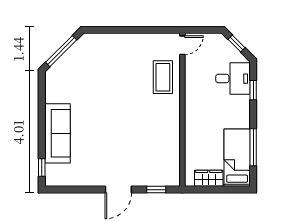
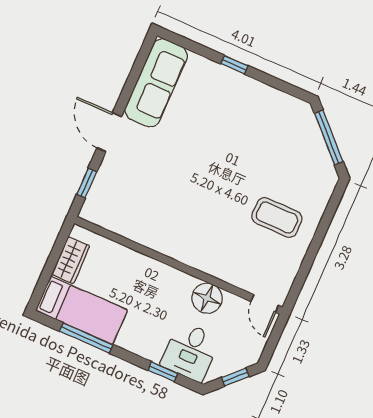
coffee table: (163, 77) -> (277, 217), moved
floor lamp: (195, 83) -> (207, 298), added
sofa: (57, 133) -> (156, 83), moved, turned -90
window: (42, 167) -> (234, 65), moved

